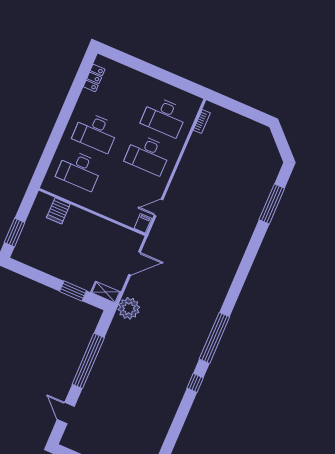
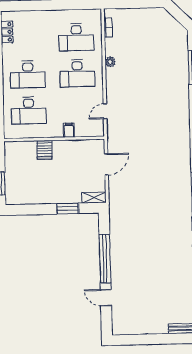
server rack: (58, 211) -> (44, 150), moved
filing cabinet: (143, 223) -> (69, 130), moved
plant: (129, 308) -> (110, 62), moved, width x0.53, depth x0.53
door: (66, 413) -> (106, 298), moved

